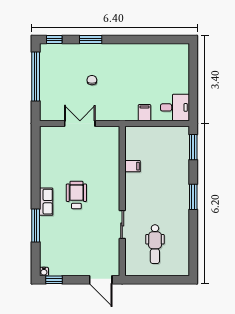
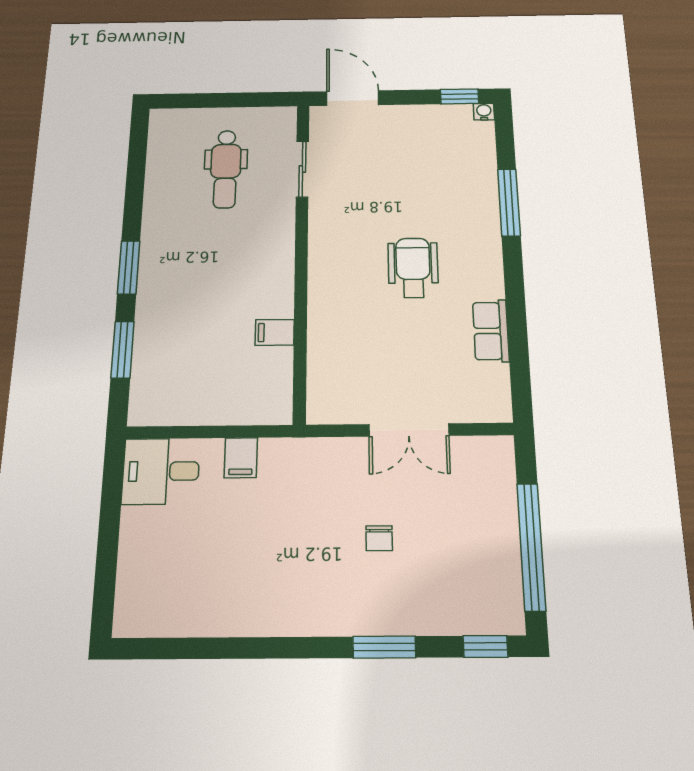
window: (193, 147) -> (122, 350), moved
wheelchair: (76, 195) -> (413, 268), turned 180
row of seats: (46, 202) -> (491, 331), moved
sliding door: (122, 225) -> (302, 169), moved
dental chair: (155, 244) -> (226, 169), turned 180

